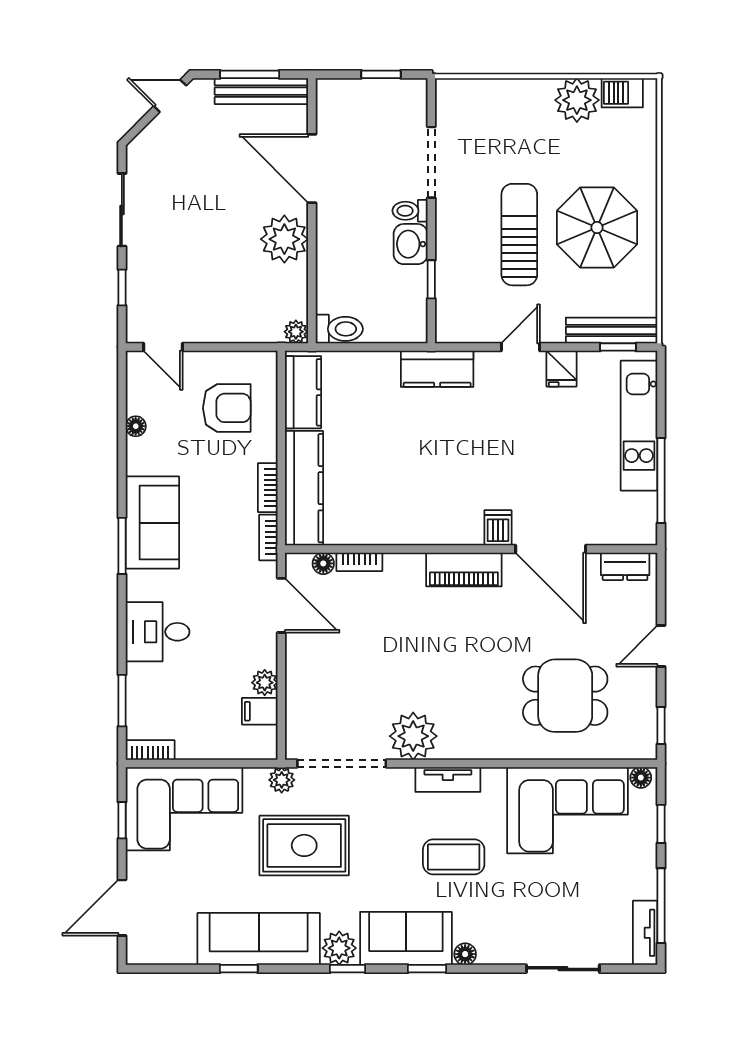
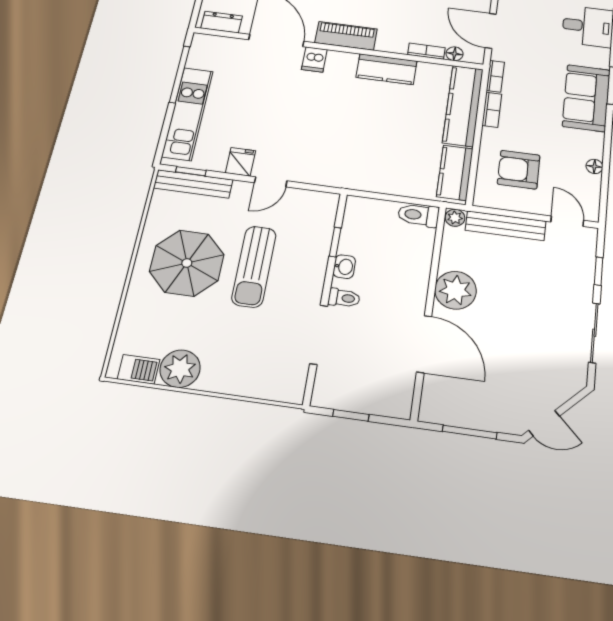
bench: (261, 91) -> (506, 226), moved
washbasin: (411, 244) -> (344, 267), width x0.72, depth x0.69
kitchen counter: (437, 369) -> (386, 69), moved, turned 180

